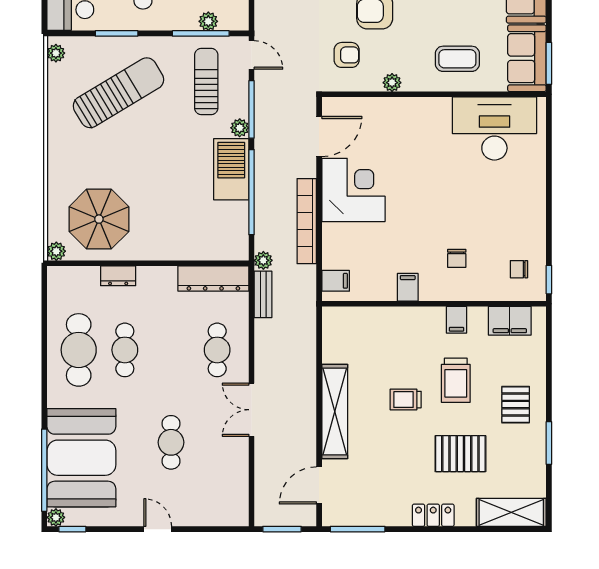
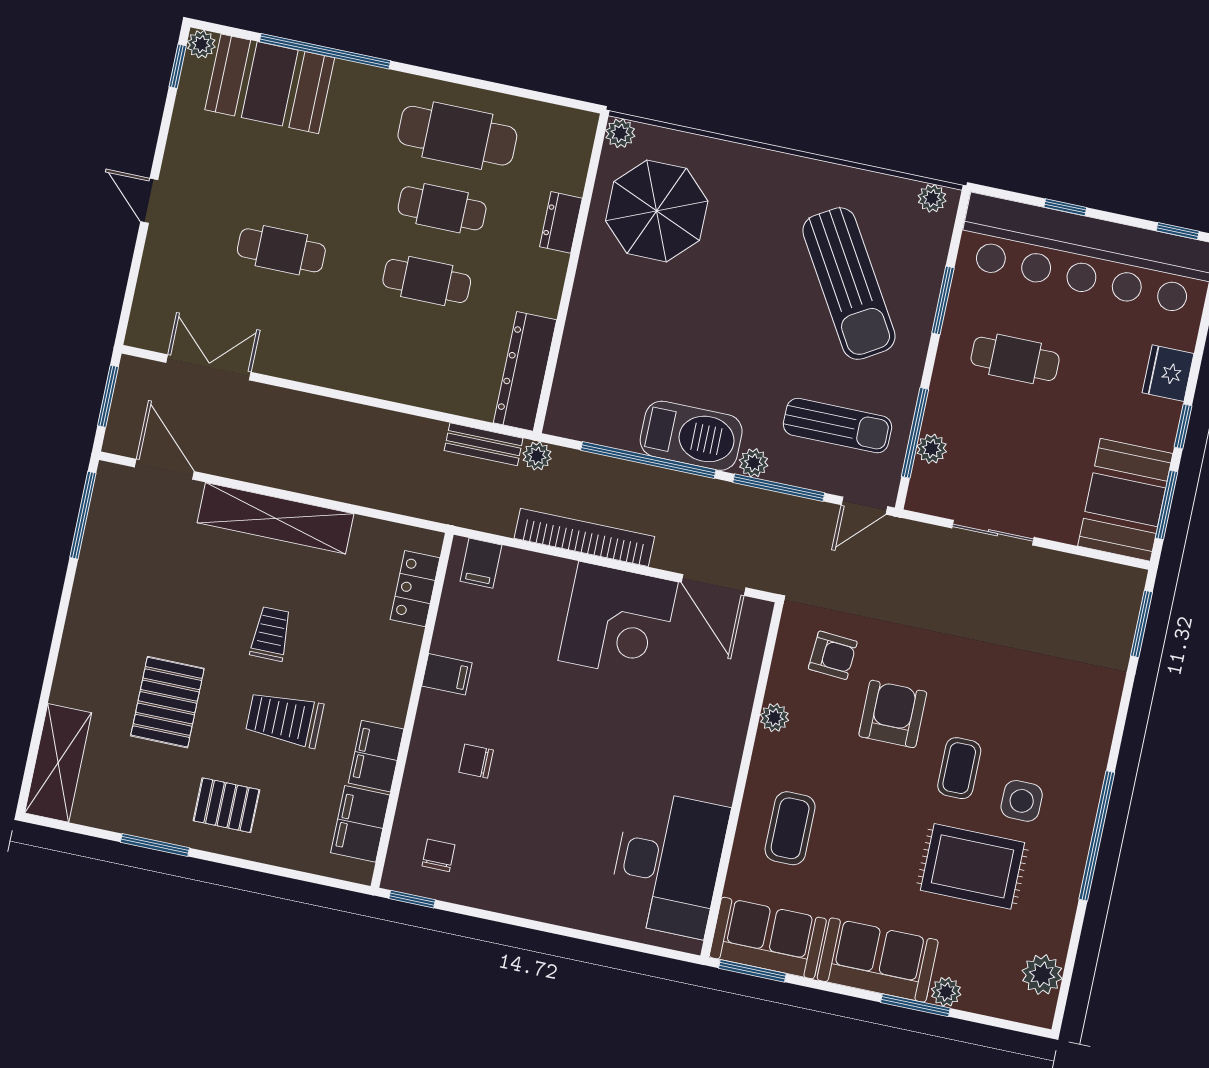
armchair: (347, 55) -> (833, 655), turned -86
filing cabinet: (456, 320) -> (376, 756), width x2.00
cafe table: (217, 350) -> (427, 281), moved
double door: (252, 410) -> (208, 367), moved
booth: (81, 458) -> (270, 84), width x0.73, depth x0.70
window: (44, 470) -> (325, 51), moved
locker: (433, 515) -> (415, 589), moved, turned 180
door: (158, 529) -> (149, 201), swing flipped

